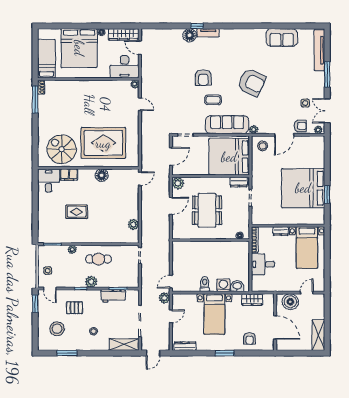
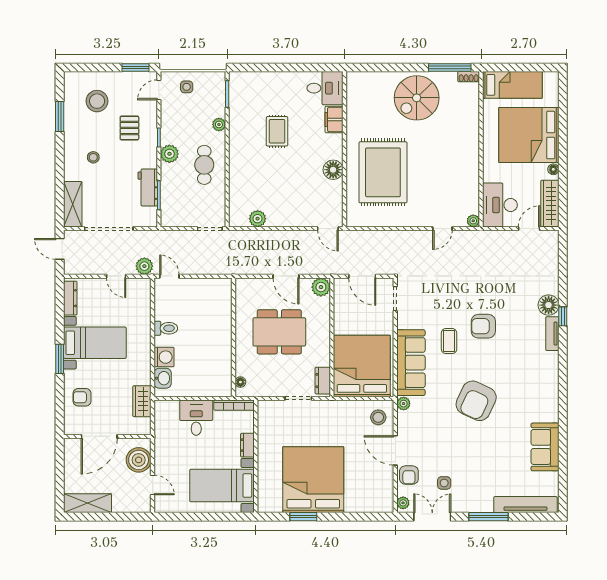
spiral stairs: (62, 149) -> (417, 98), moved, turned 180
bed with nightstands: (214, 314) -> (95, 343), moved, turned 180

